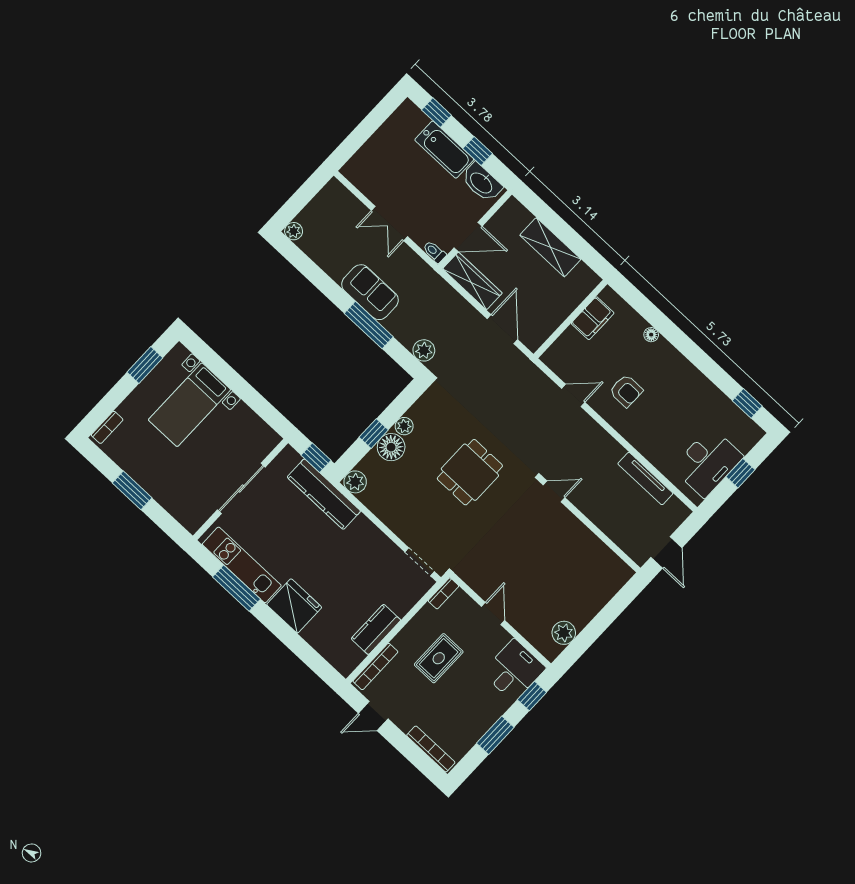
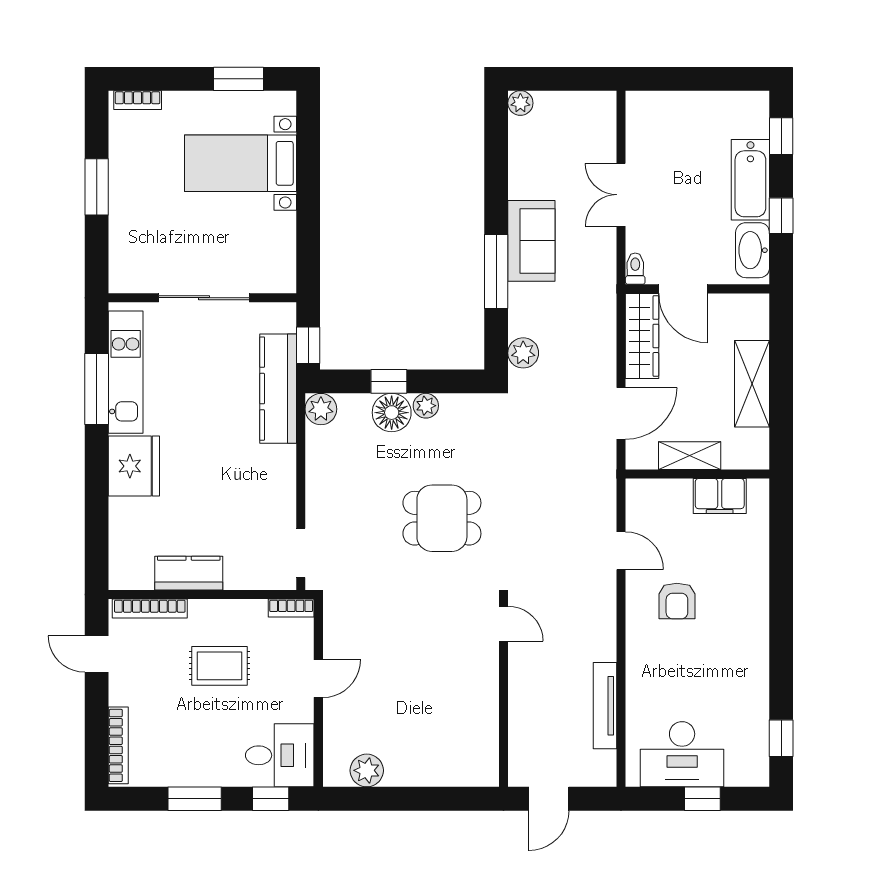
shelving: (557, 314) -> (690, 456), added
floor lamp: (651, 335) -> (759, 572), removed

